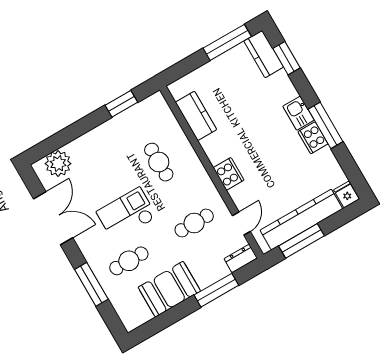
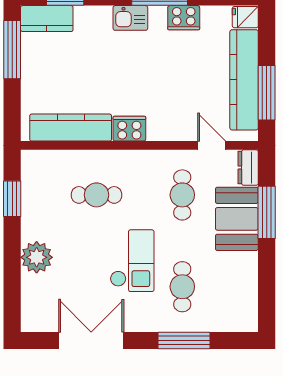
kitchen counter: (196, 116) -> (71, 128), width x1.50
cooker: (313, 138) -> (184, 18), moved
plant: (58, 164) -> (37, 257), moved
cooker: (229, 174) -> (129, 129), moved
checkout: (127, 214) -> (132, 261), turned 180
booth: (169, 289) -> (237, 219), moved

